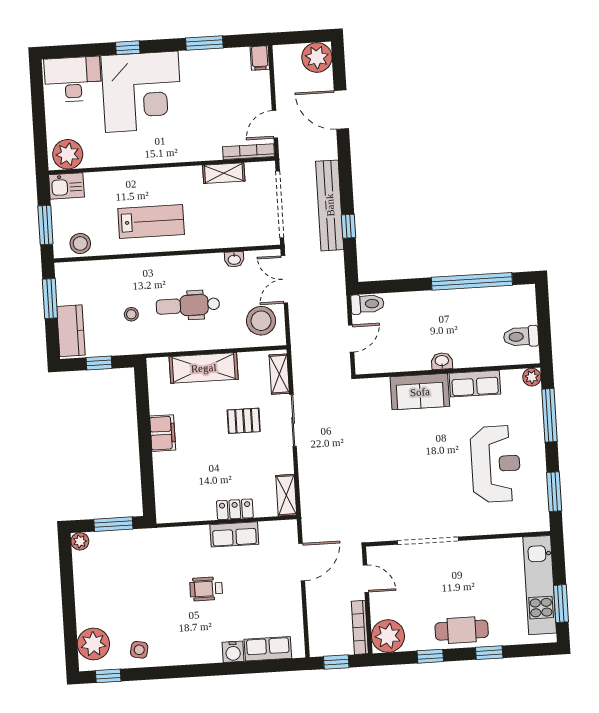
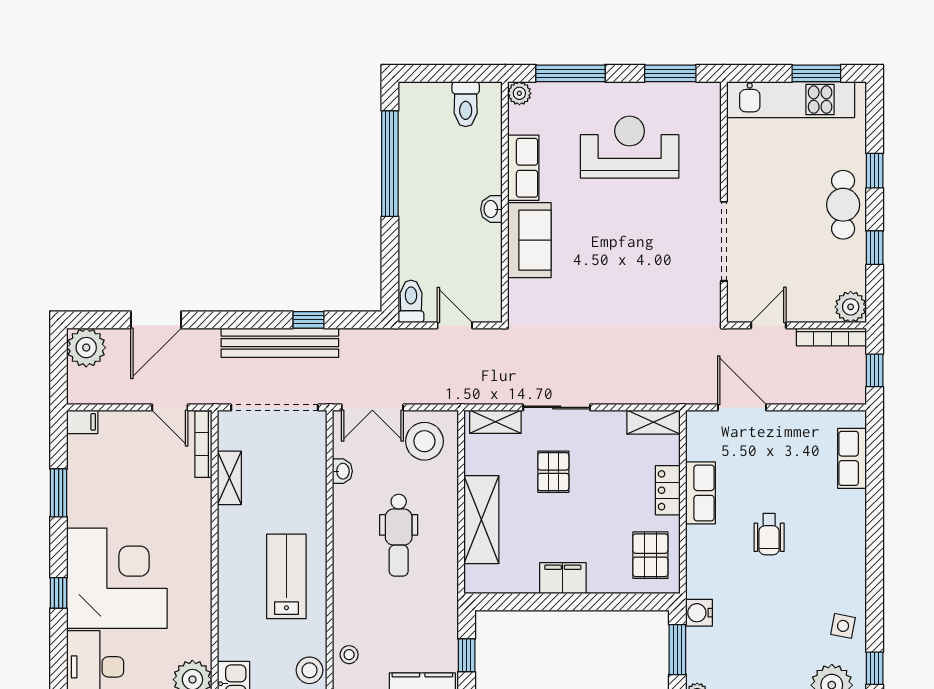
stool: (131, 314) -> (349, 655), moved
pallet: (184, 499) -> (650, 555), added
plant: (388, 636) -> (851, 307), width x0.73, depth x0.73
water cooler: (233, 652) -> (699, 613), moved, turned 180

